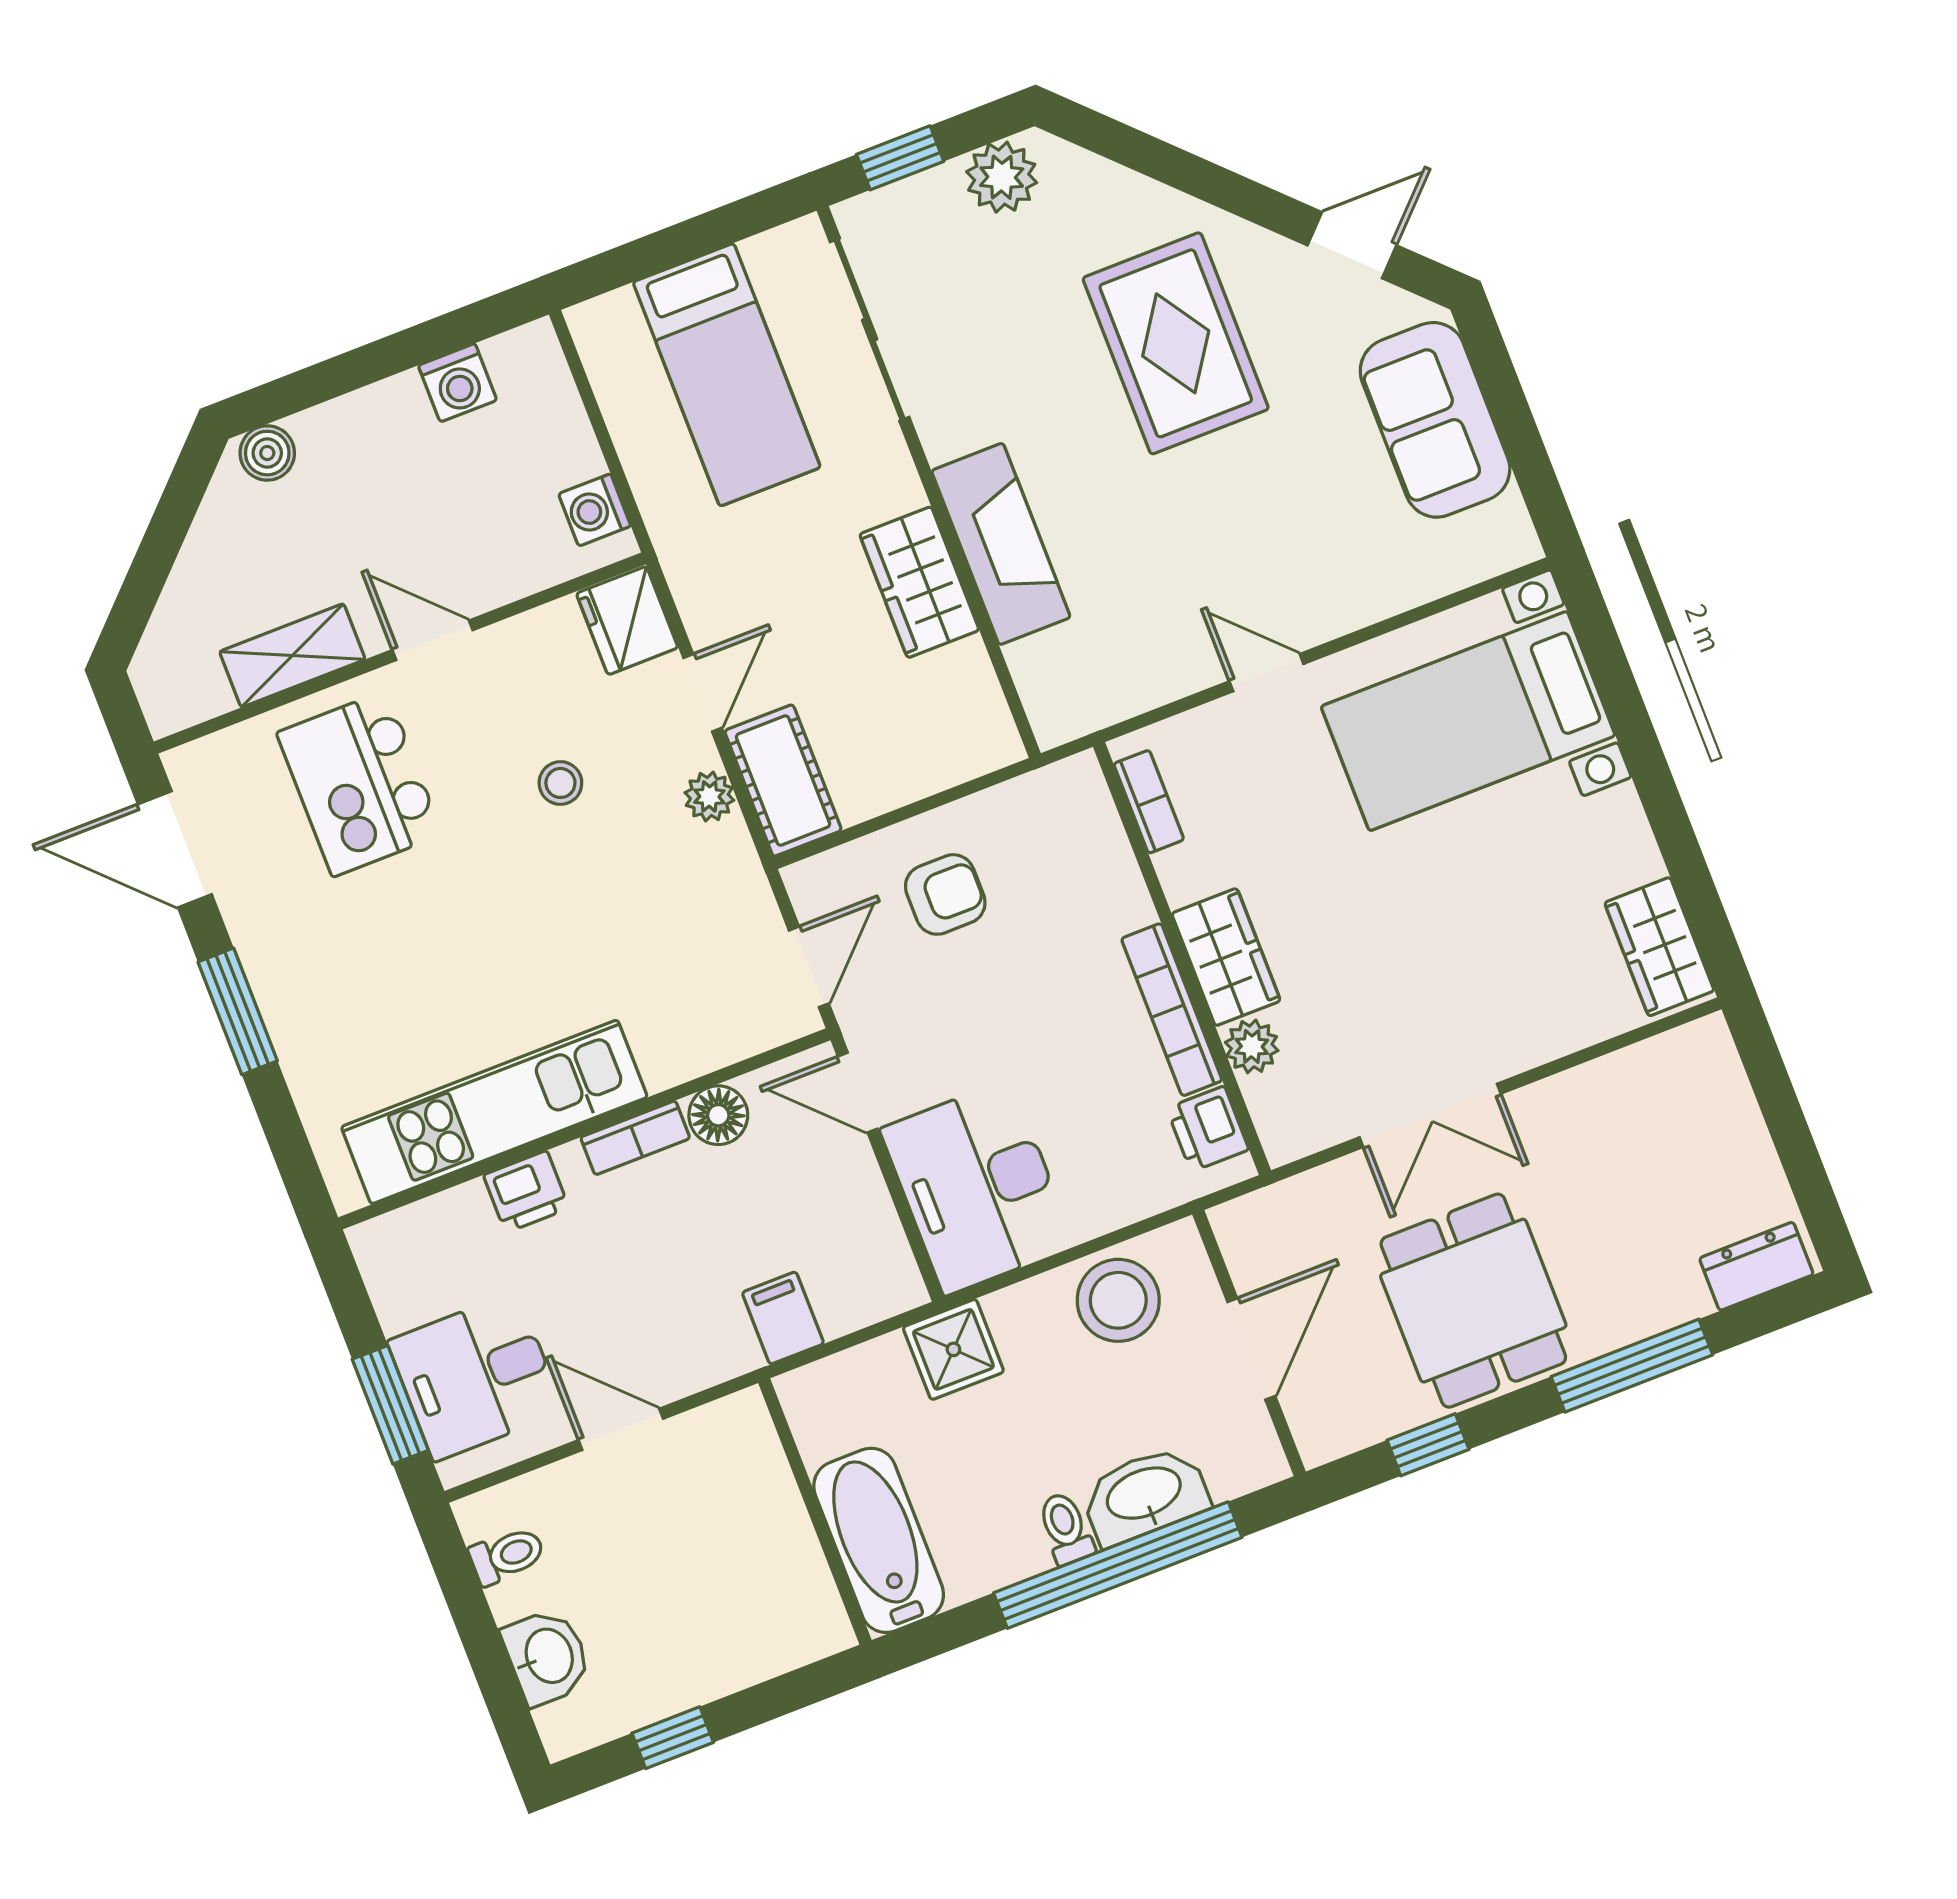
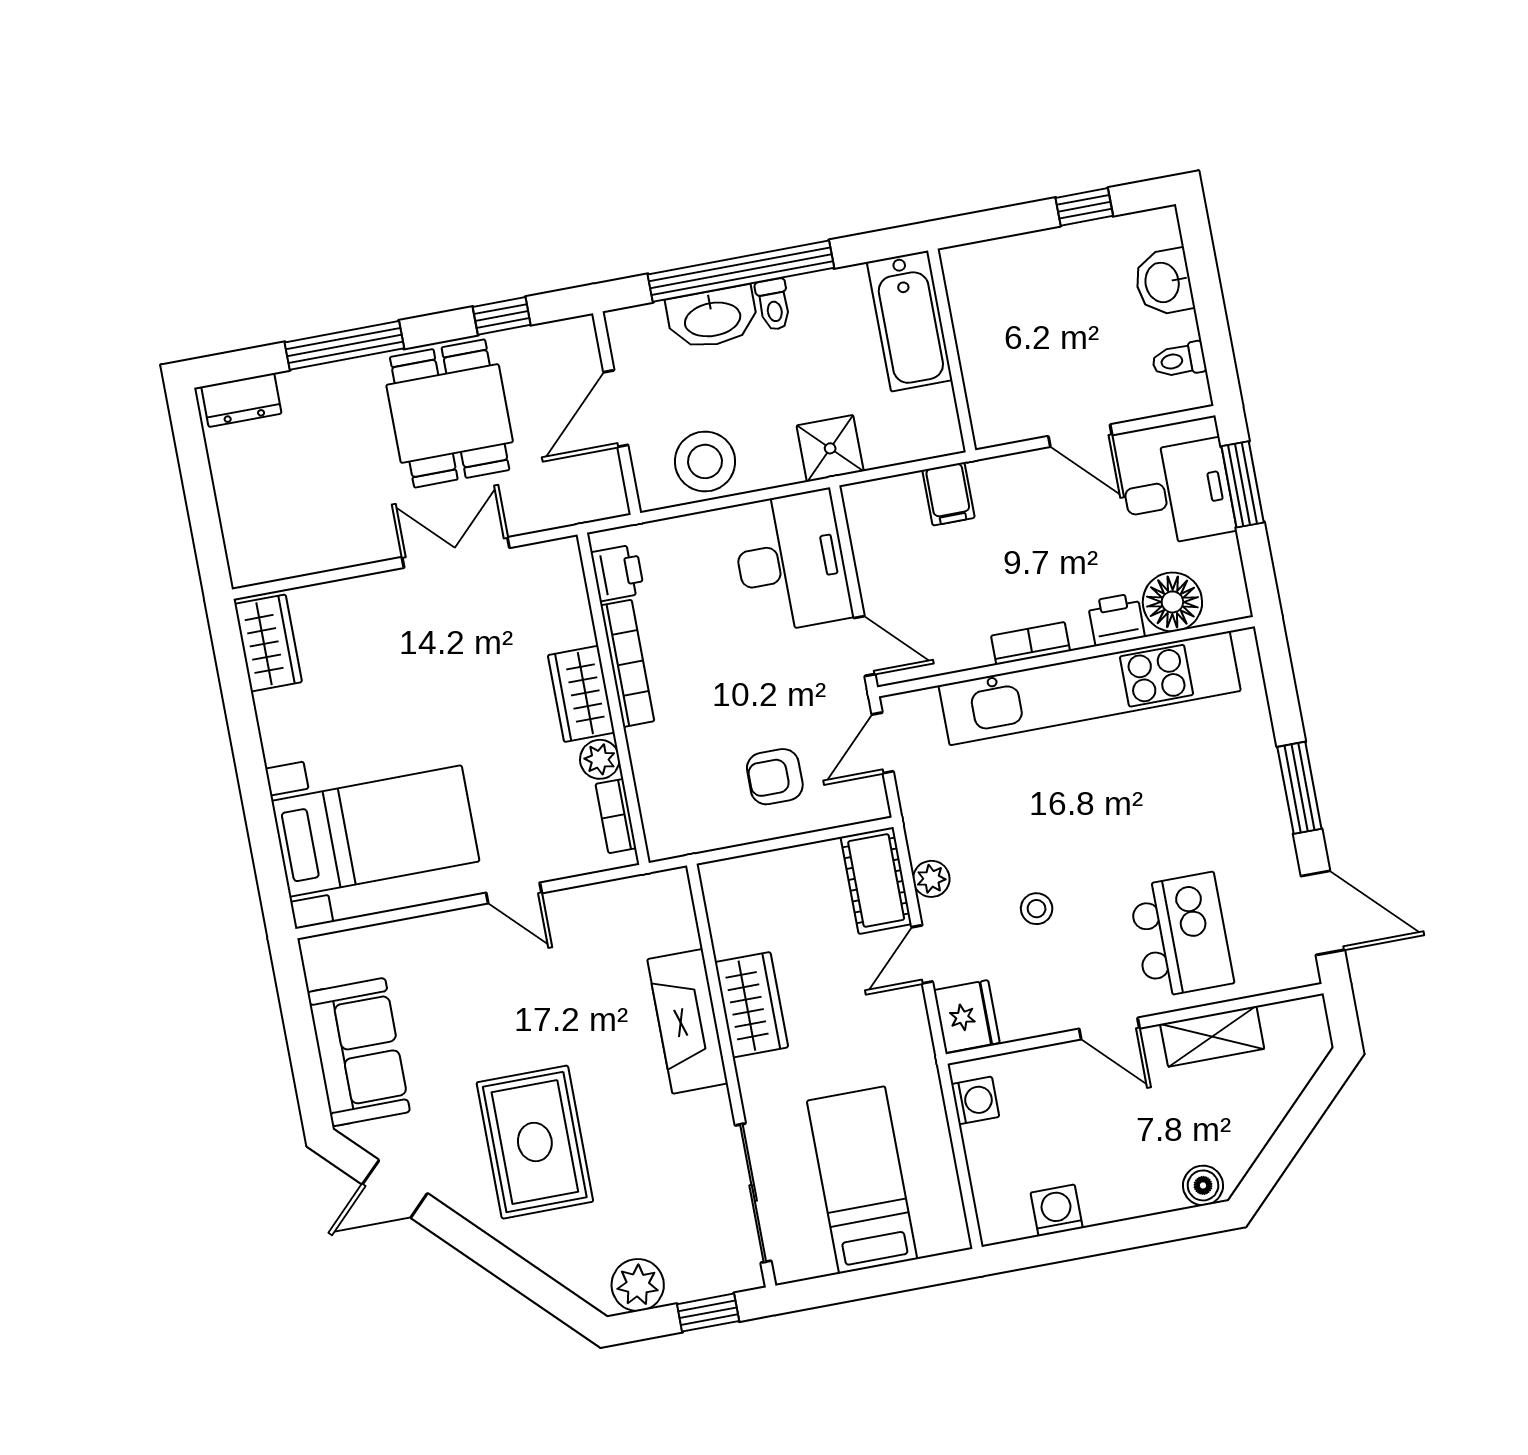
plant: (1252, 1046) -> (600, 759), moved
kitchen unit: (494, 1112) -> (1090, 688), width x1.36
floor lamp: (718, 1115) -> (1172, 602), moved, width x1.38, depth x1.38

